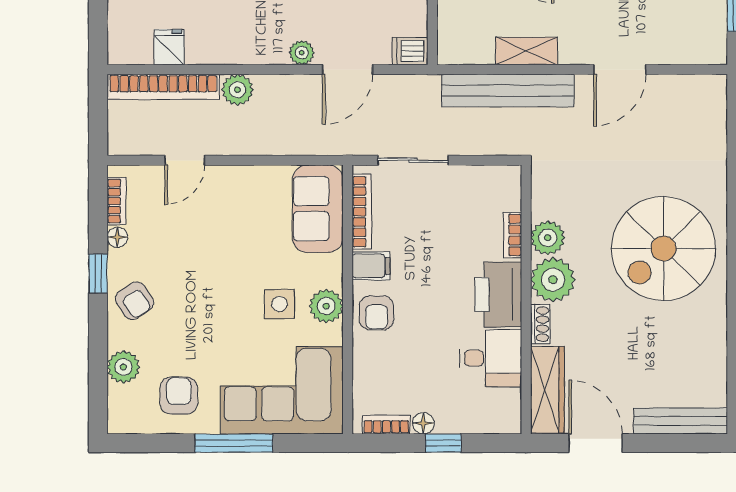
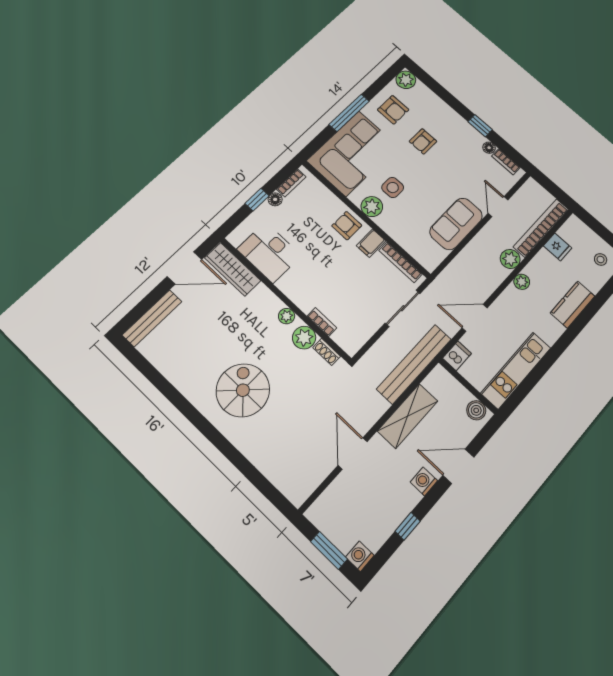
shelving: (527, 51) -> (408, 416), width x1.50, depth x1.33
plant: (302, 53) -> (522, 282), moved
door: (348, 70) -> (475, 318), hinge flipped
bench: (508, 91) -> (414, 364), moved
sofa: (318, 209) -> (456, 224), moved, turned -90
spiral stairs: (663, 248) -> (243, 390), width x0.73, depth x0.73
plant: (553, 280) -> (287, 316), width x0.53, depth x0.53
printer: (498, 294) -> (300, 289), removed
armchair: (134, 301) -> (423, 141), moved, turned -56
shoe rack: (540, 324) -> (327, 352), moved
desk: (491, 358) -> (269, 252), width x1.37
plant: (123, 367) -> (406, 80), moved

